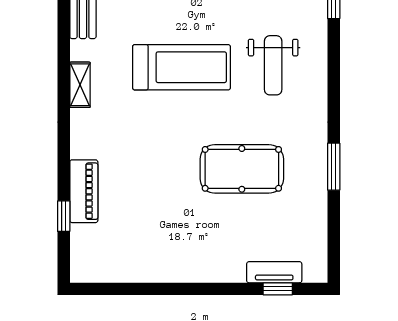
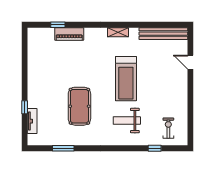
window: (334, 167) -> (63, 148), moved
window: (278, 289) -> (25, 107), moved

